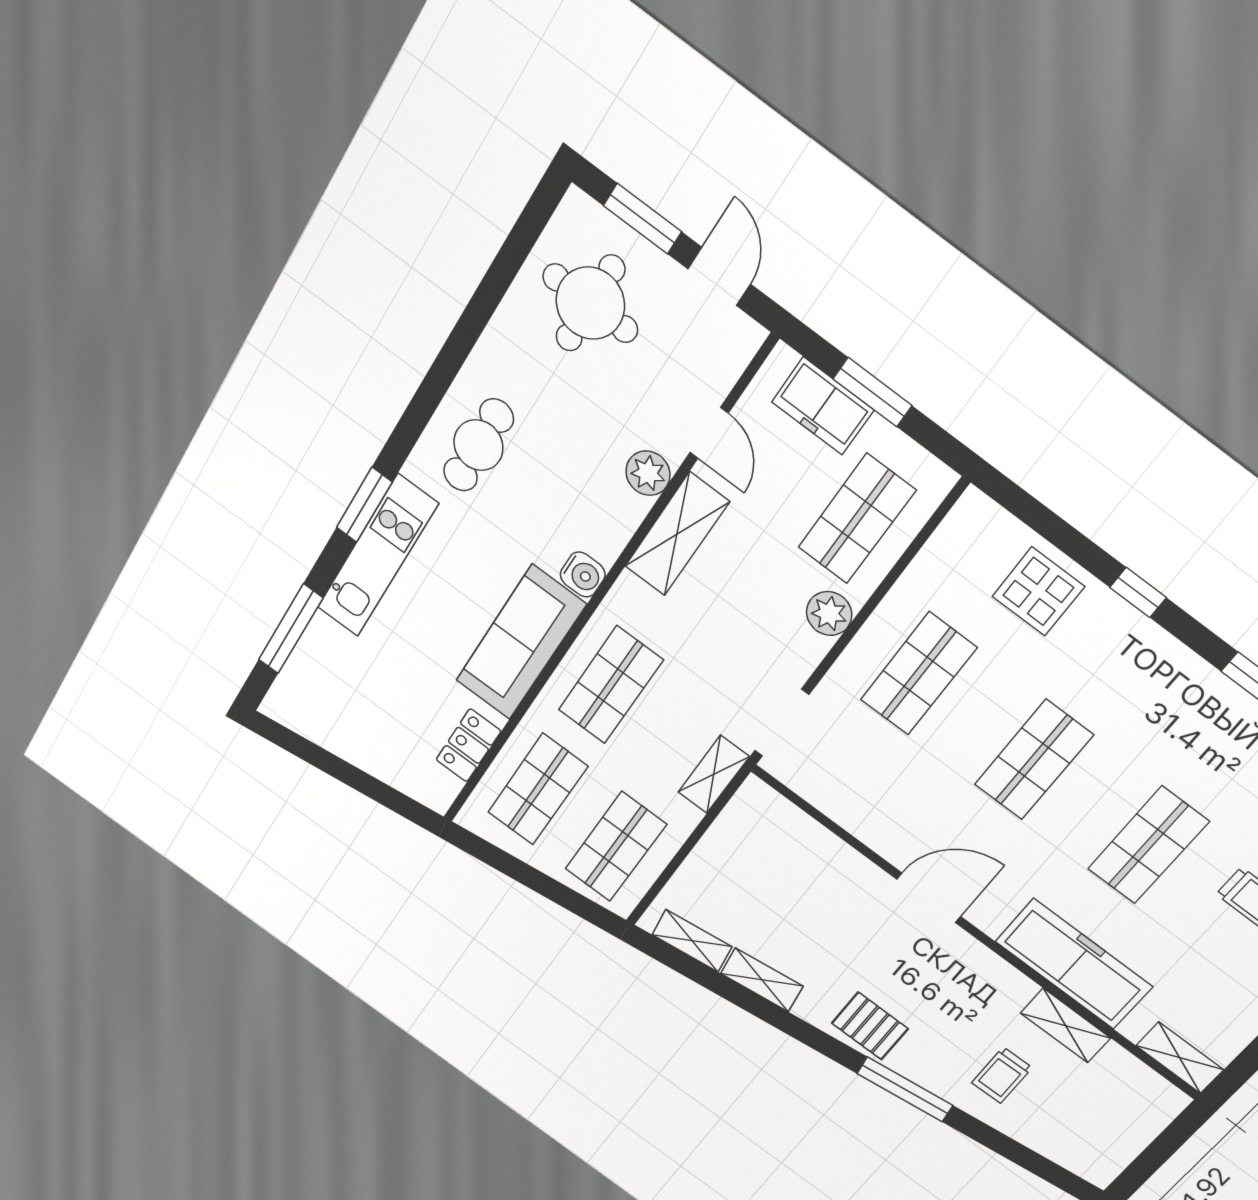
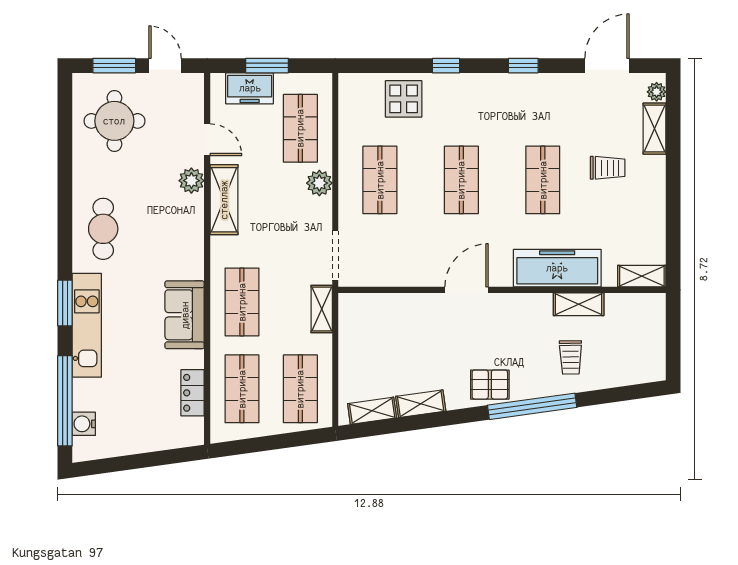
water cooler: (583, 575) -> (84, 424), moved, turned 180
window: (291, 629) -> (65, 401), width x1.46
sofa: (521, 643) -> (185, 315), width x0.73
window: (905, 1089) -> (532, 406), width x1.46

